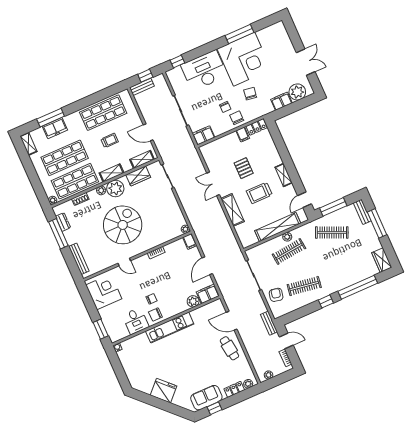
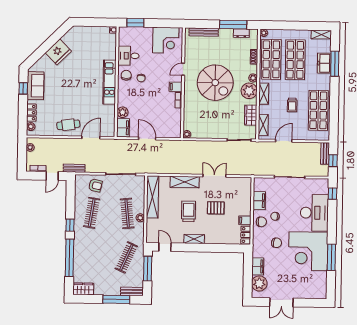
filing cabinet: (203, 135) -> (259, 201), moved
shelving: (278, 227) -> (153, 197), moved
filing cabinet: (190, 241) -> (176, 87), moved

